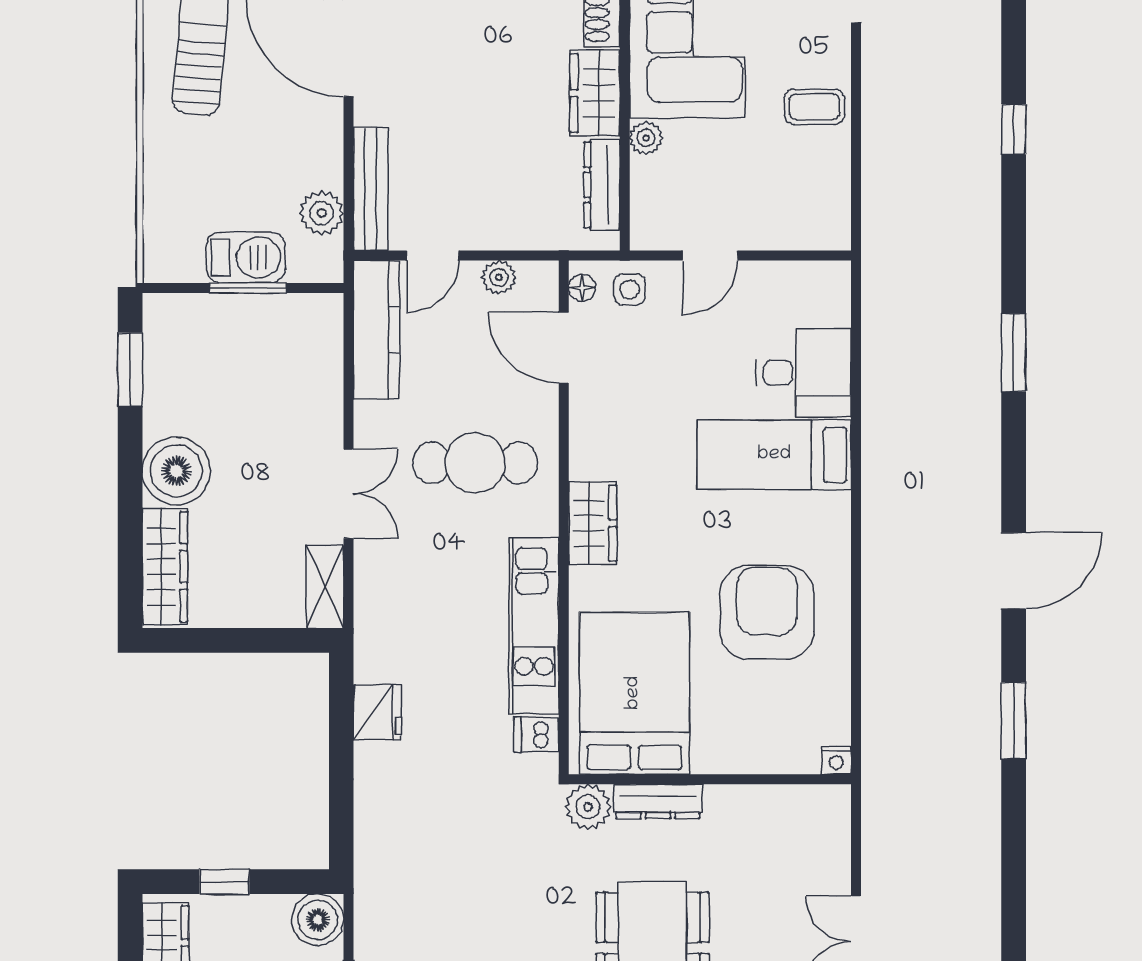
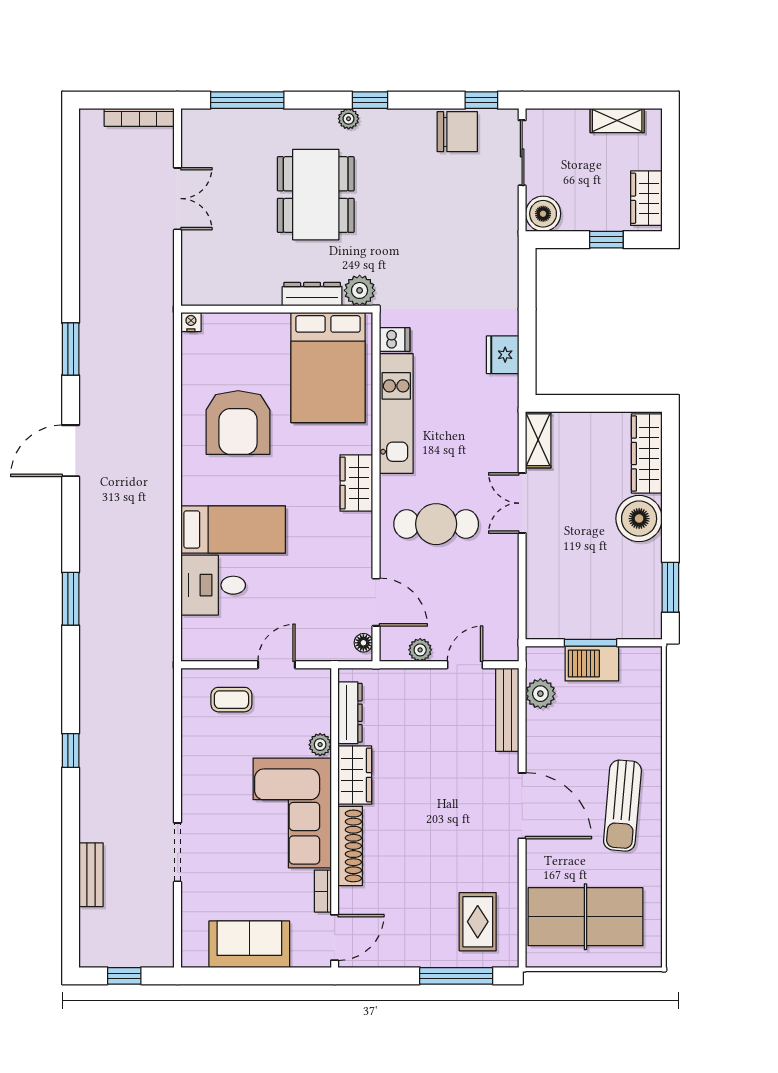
coffee table: (814, 107) -> (231, 700), moved
side table: (630, 289) -> (331, 642), removed
kitchen counter: (377, 330) -> (503, 614), removed

